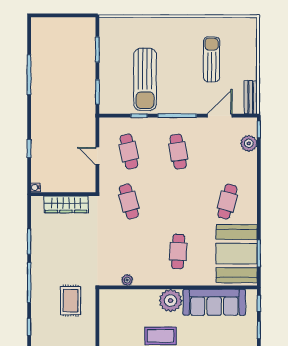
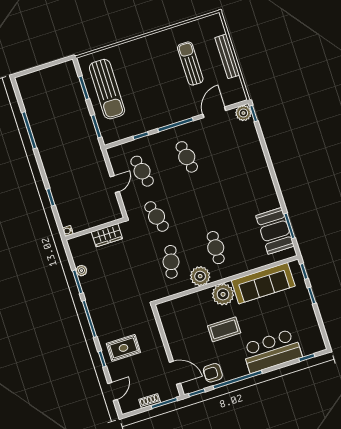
sun lounger: (145, 79) -> (107, 89), moved
bench: (251, 97) -> (227, 56), moved, width x1.36
plant: (249, 143) -> (243, 113), moved
door: (97, 156) -> (115, 184), swing flipped
cafe table: (227, 202) -> (171, 262), moved
wardrobe: (66, 204) -> (107, 235), width x0.67
plant: (37, 232) -> (81, 271), added
booth: (237, 254) -> (275, 231), width x0.73, depth x0.70
plant: (127, 280) -> (200, 276), moved, width x1.88, depth x1.88
rug: (71, 301) -> (123, 348), moved, turned 90

